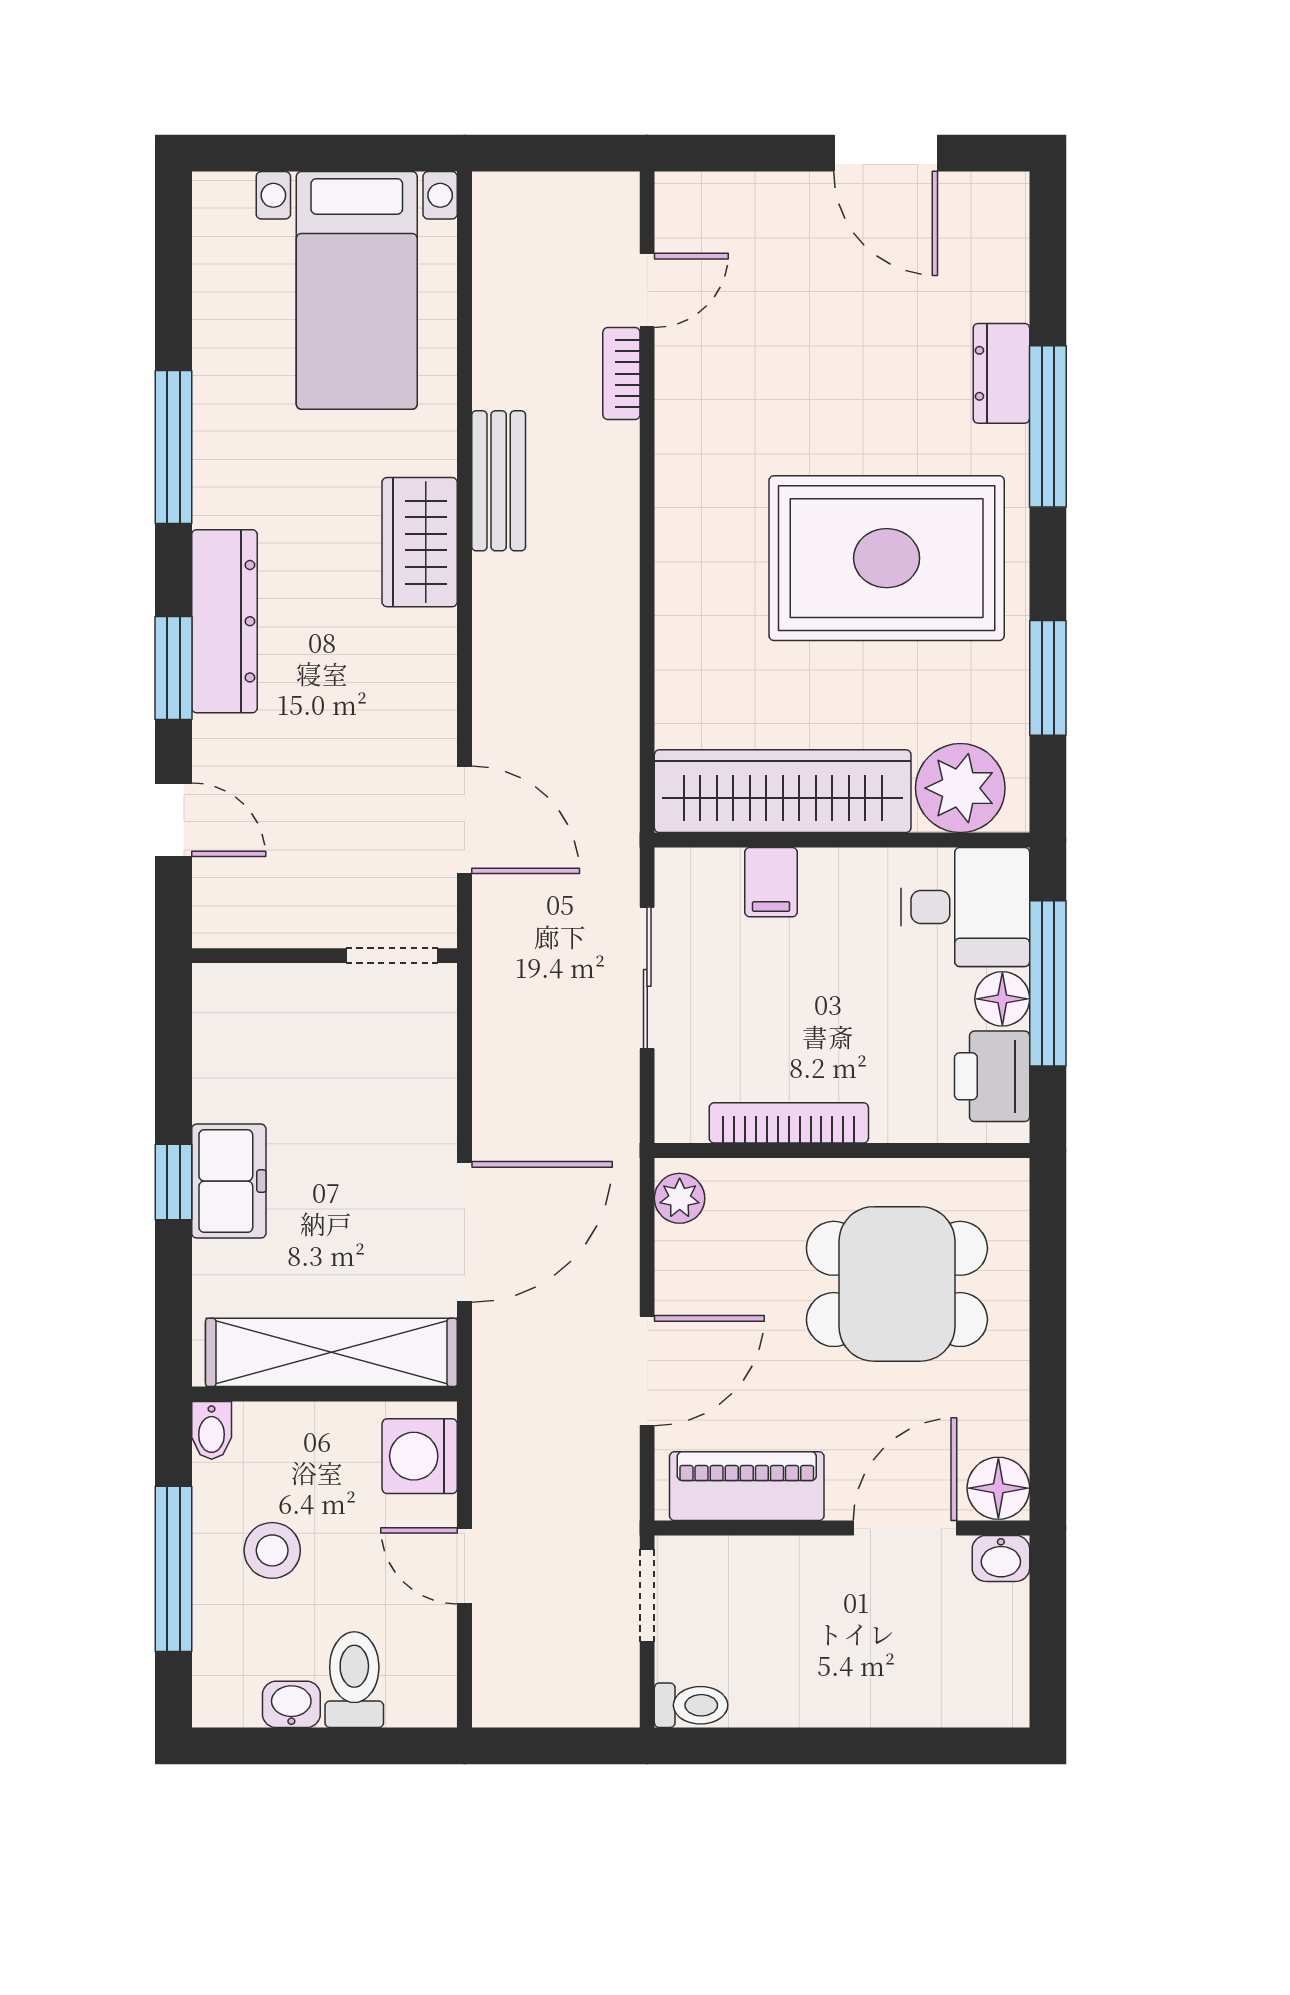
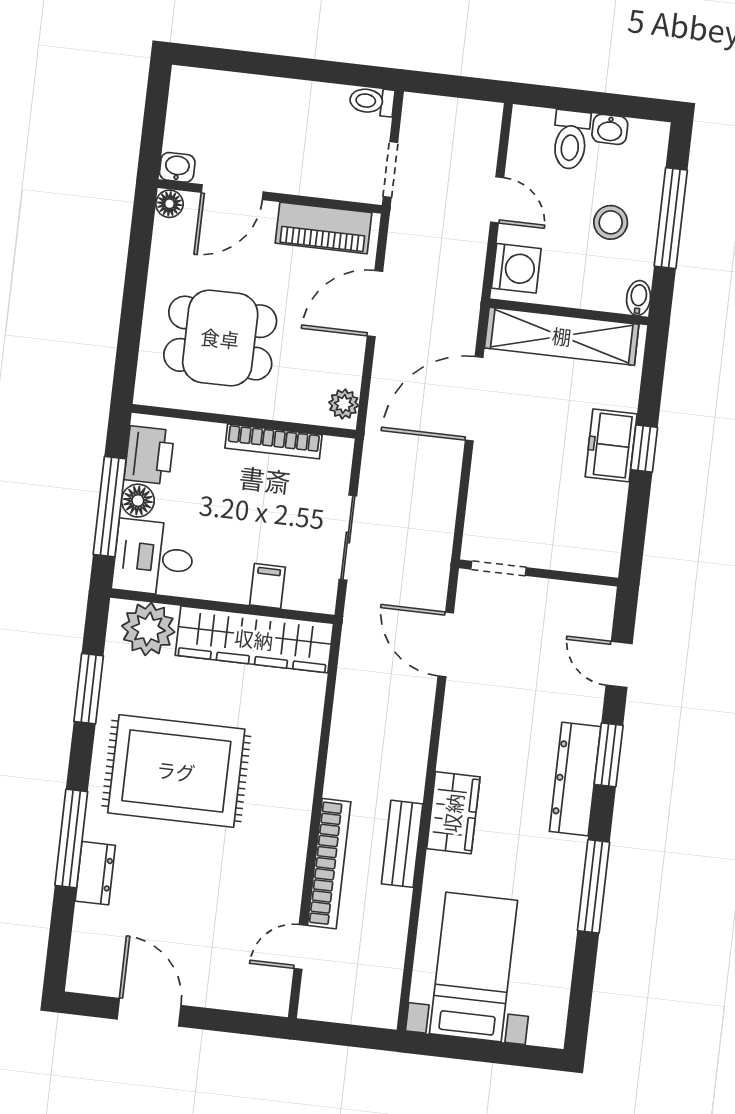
bookcase: (621, 374) -> (329, 864), width x2.31, depth x1.31
floor lamp: (998, 1488) -> (169, 204), width x0.73, depth x0.73

